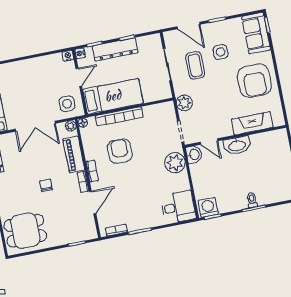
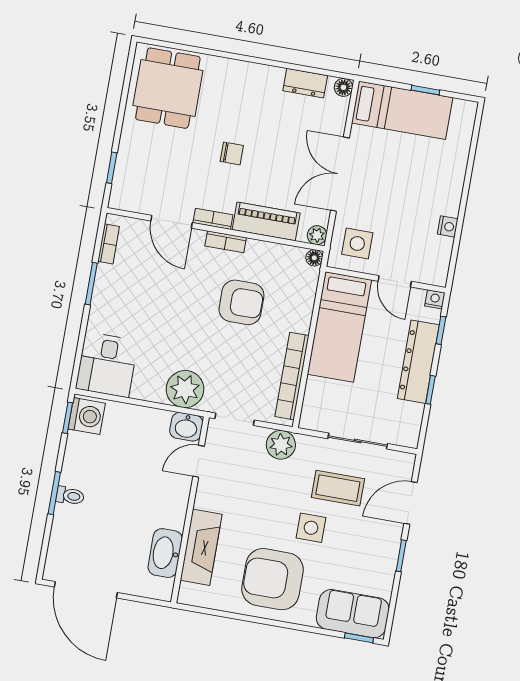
side table: (221, 52) -> (311, 528), moved
nightstand: (68, 56) -> (448, 226), moved
bookcase: (119, 116) -> (292, 376), moved
washbasin: (237, 145) -> (165, 553), moved

